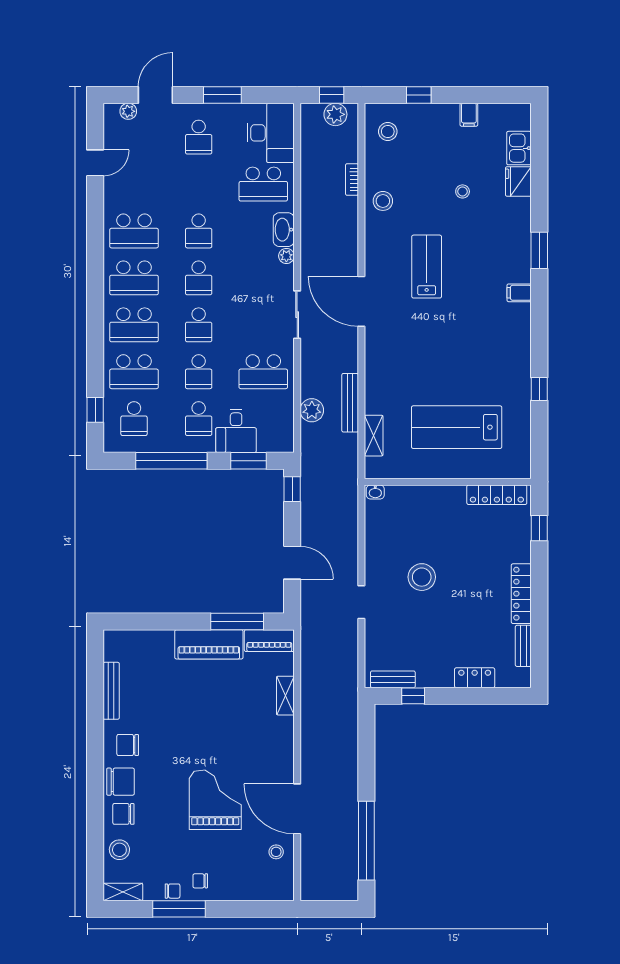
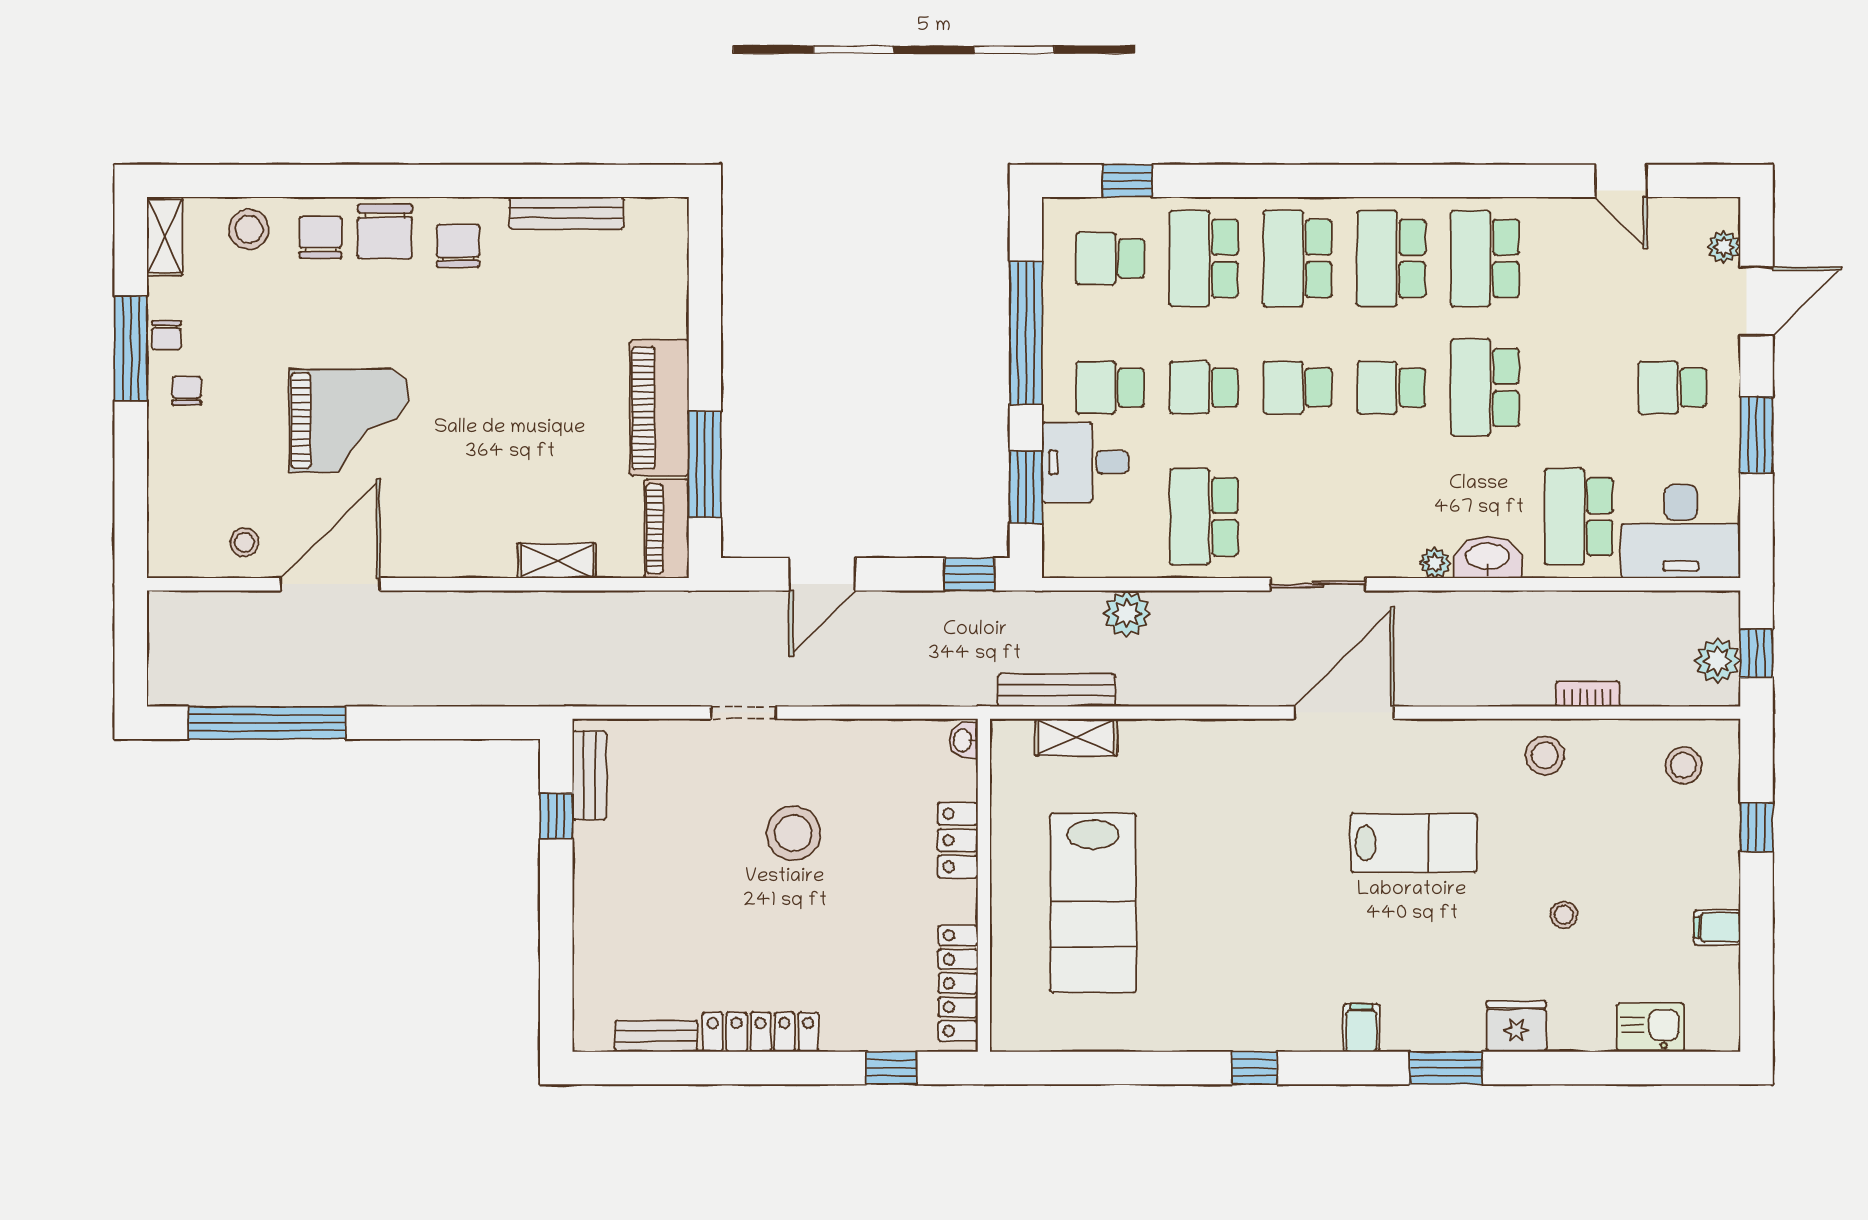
door: (155, 95) -> (1756, 301), hinge flipped
fridge: (518, 182) -> (1516, 1026), moved
school desk: (199, 231) -> (1485, 388), width x1.85
window: (539, 389) -> (1255, 1068), moved
bench: (350, 403) -> (1056, 690), moved
lab bench: (457, 427) -> (1093, 903), turned 180
locker: (475, 678) -> (958, 840), moved, turned 180

